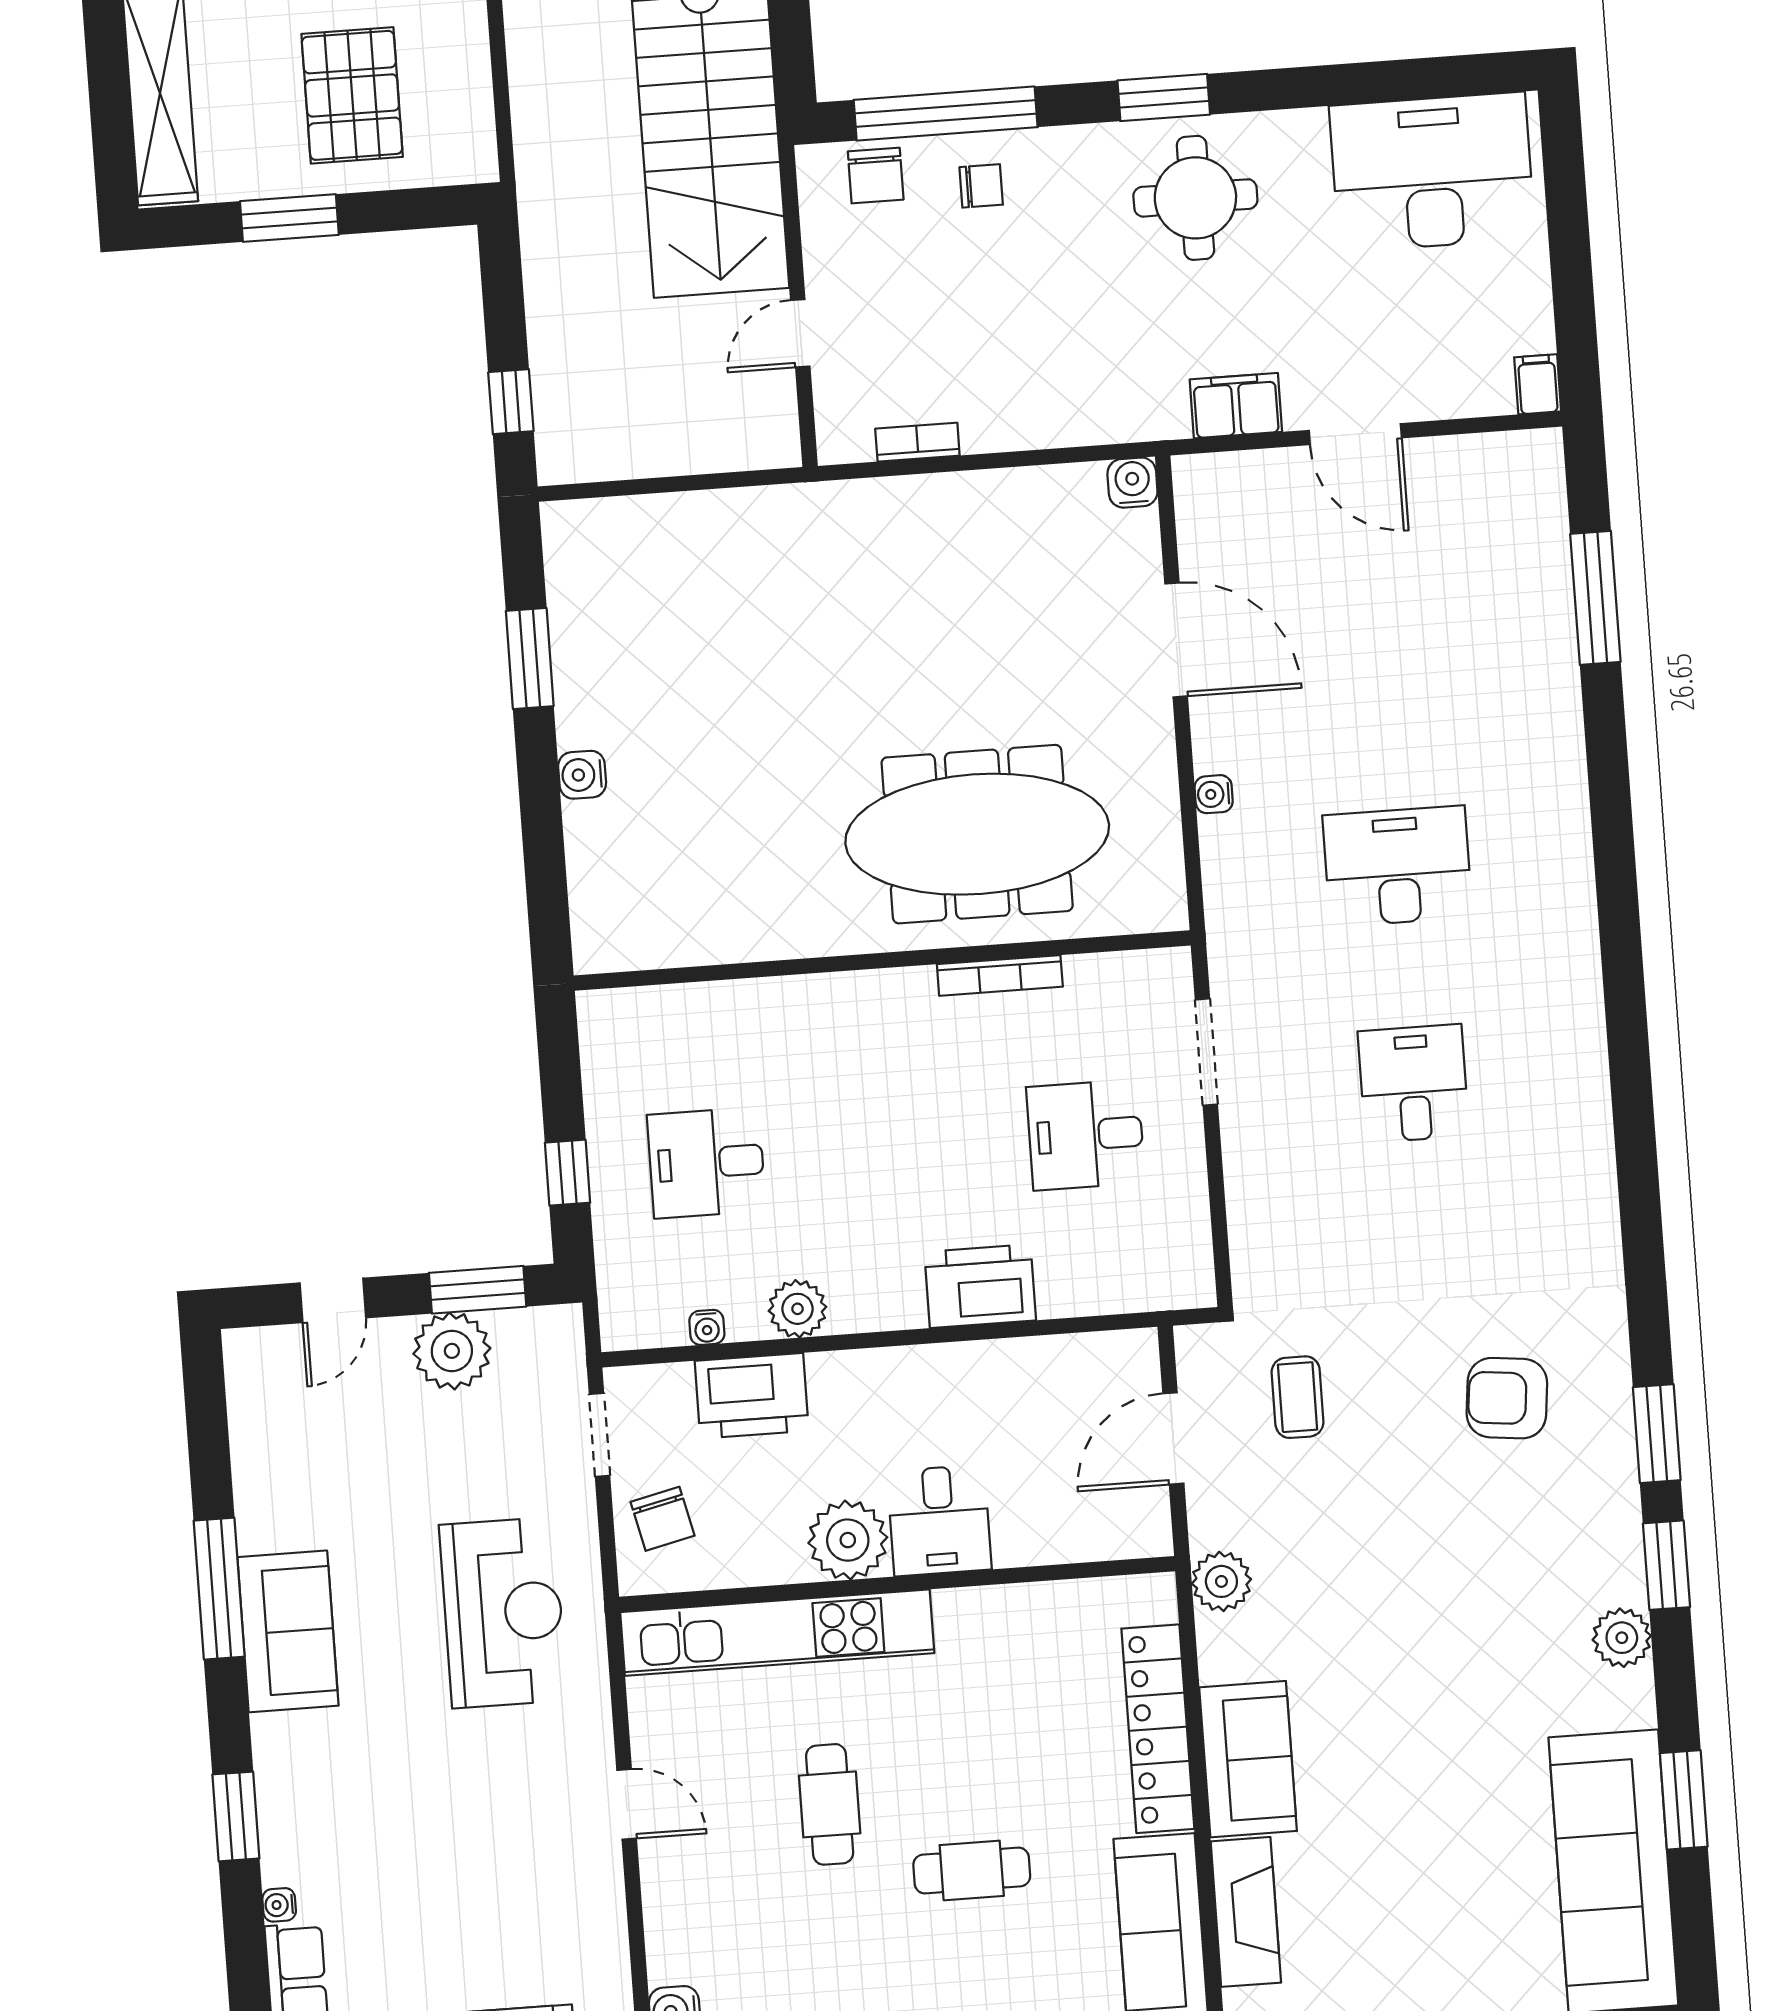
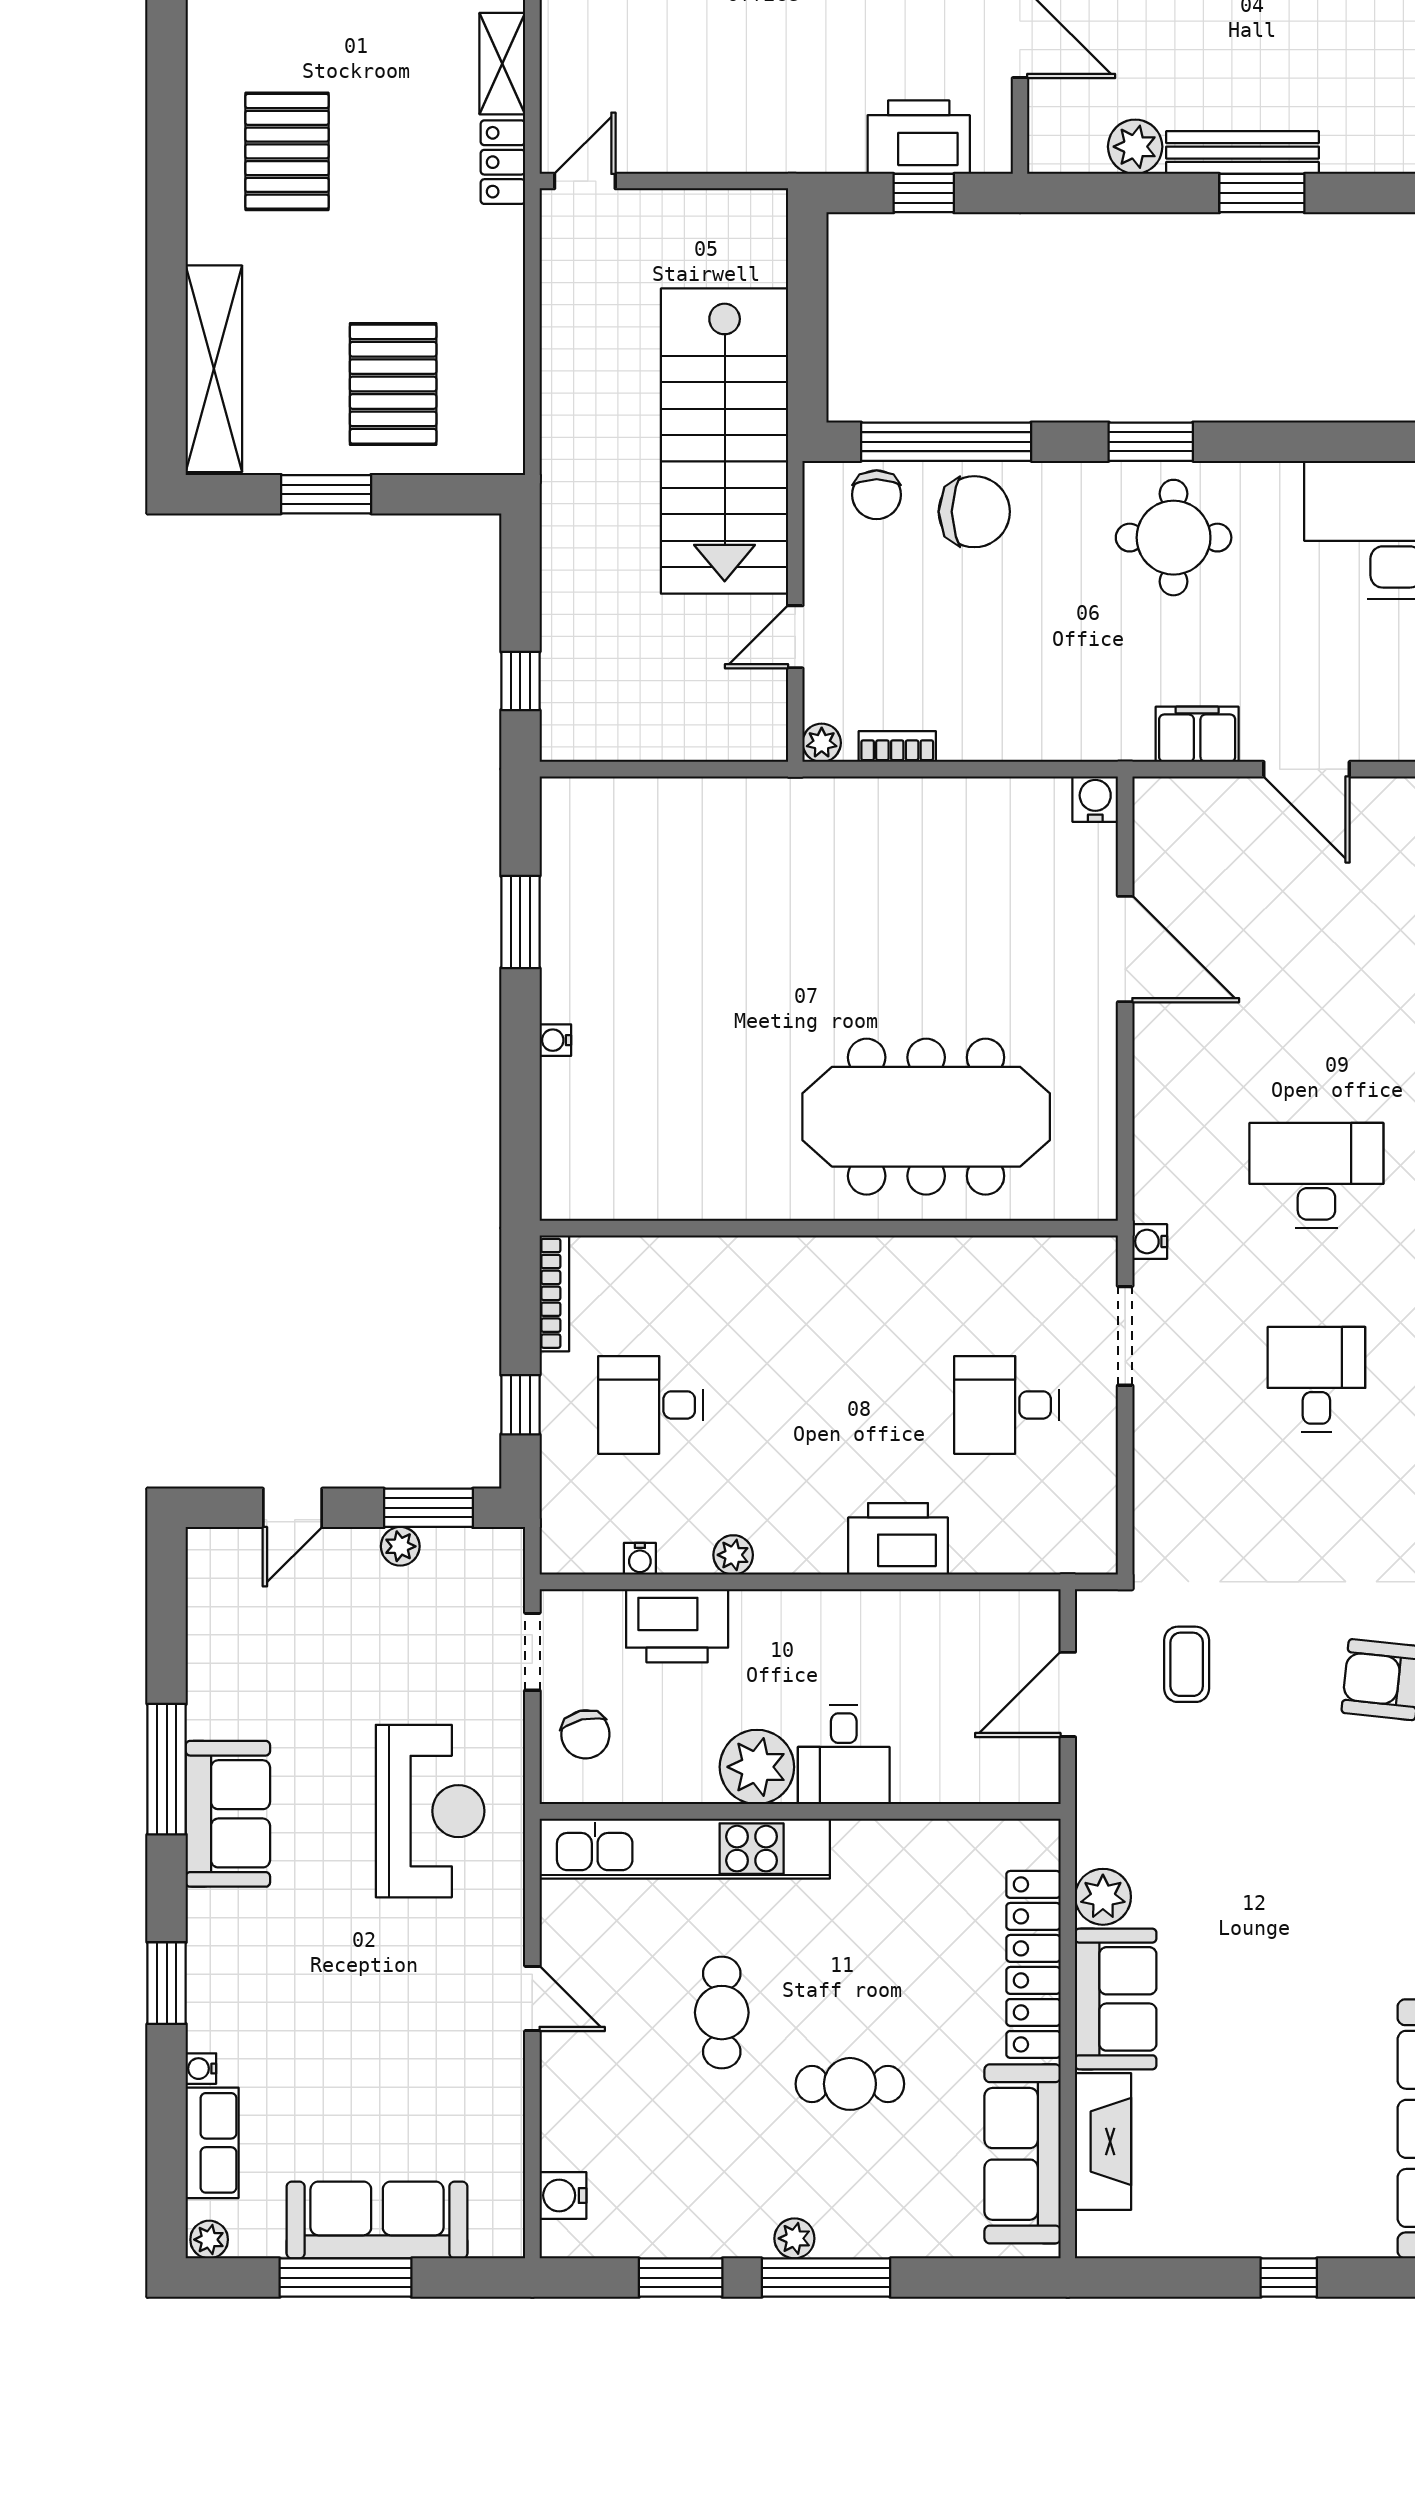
chair: (981, 186) -> (974, 512), width x1.87, depth x1.87
plant: (837, 444) -> (822, 743), added
water cooler: (582, 775) -> (555, 1040), width x0.72, depth x0.72
water cooler: (1214, 794) -> (1150, 1241), moved
bookcase: (1000, 975) -> (554, 1293), moved, turned -90
plant: (797, 1309) -> (733, 1555), width x0.73, depth x0.73
plant: (452, 1351) -> (400, 1546), width x0.53, depth x0.53
plant: (1221, 1581) -> (1103, 1897), moved

